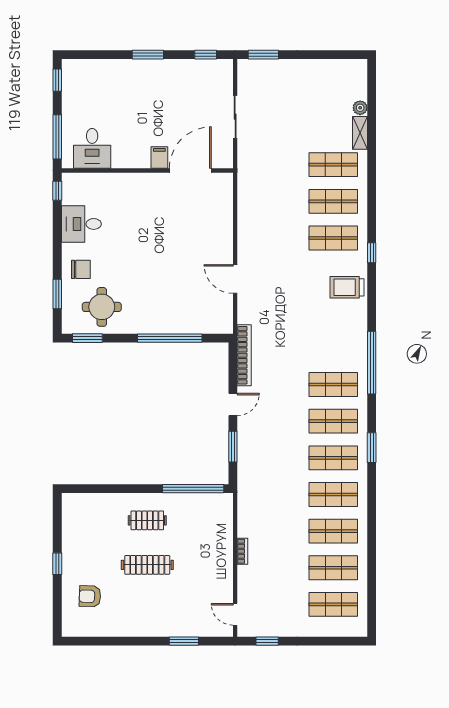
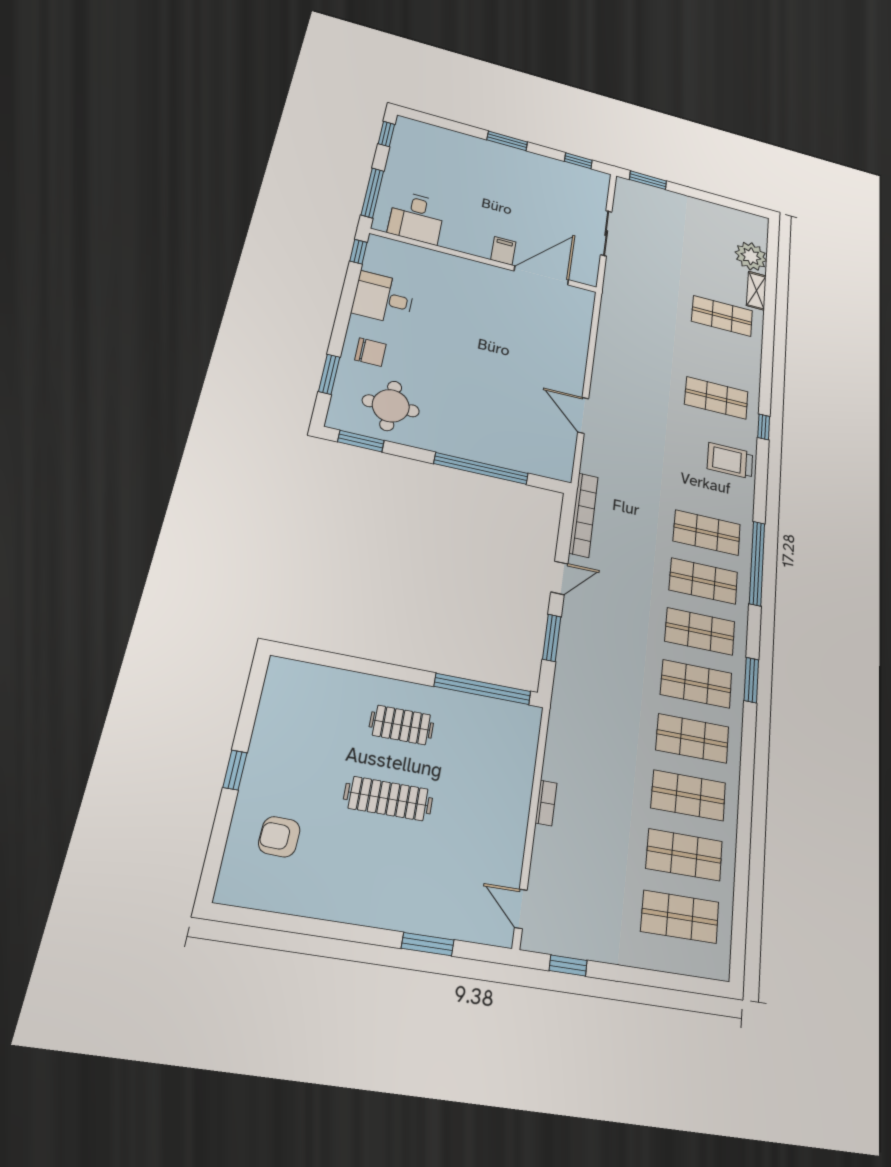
plant: (360, 108) -> (751, 256), width x1.88, depth x1.88
shop shelf: (333, 201) -> (707, 533), moved

